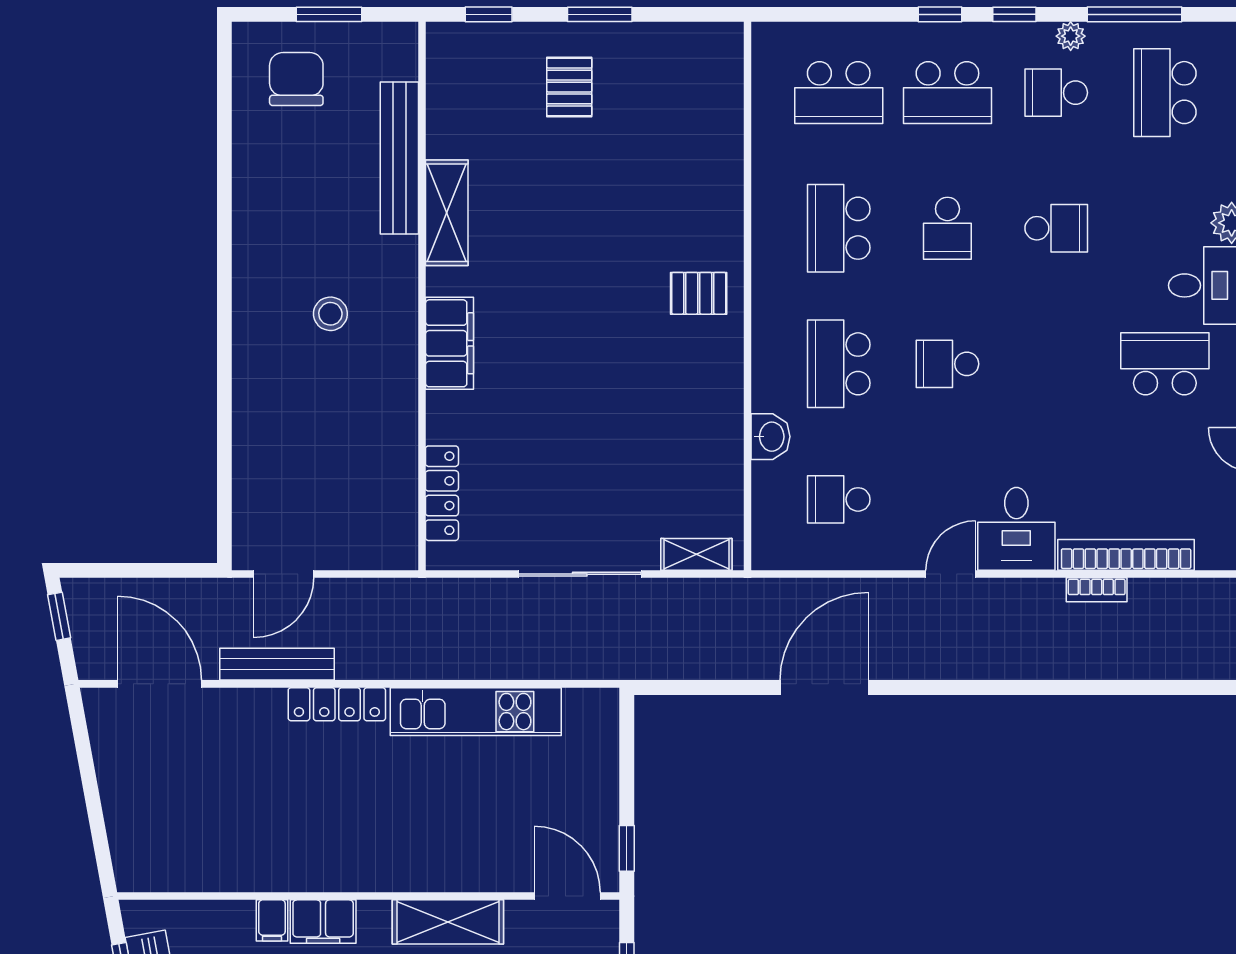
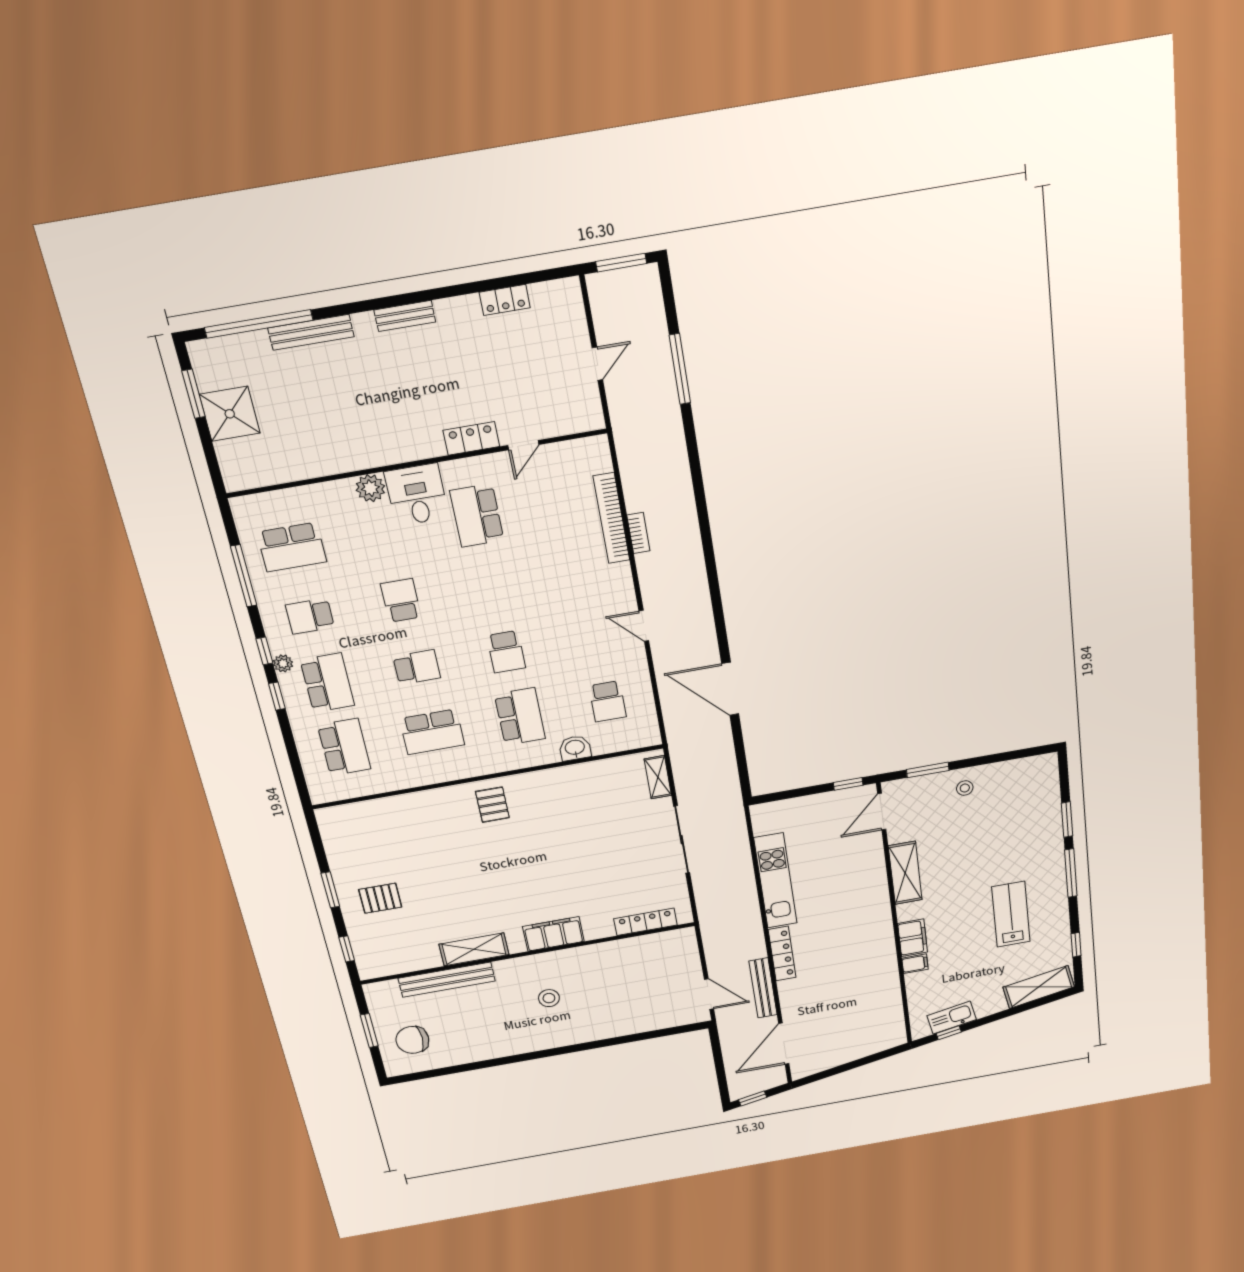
plant: (1071, 36) -> (283, 663), moved
school desk: (1056, 93) -> (310, 616), turned 90
school desk: (839, 364) -> (520, 717), turned -90
desk: (1016, 529) -> (607, 591), removed

